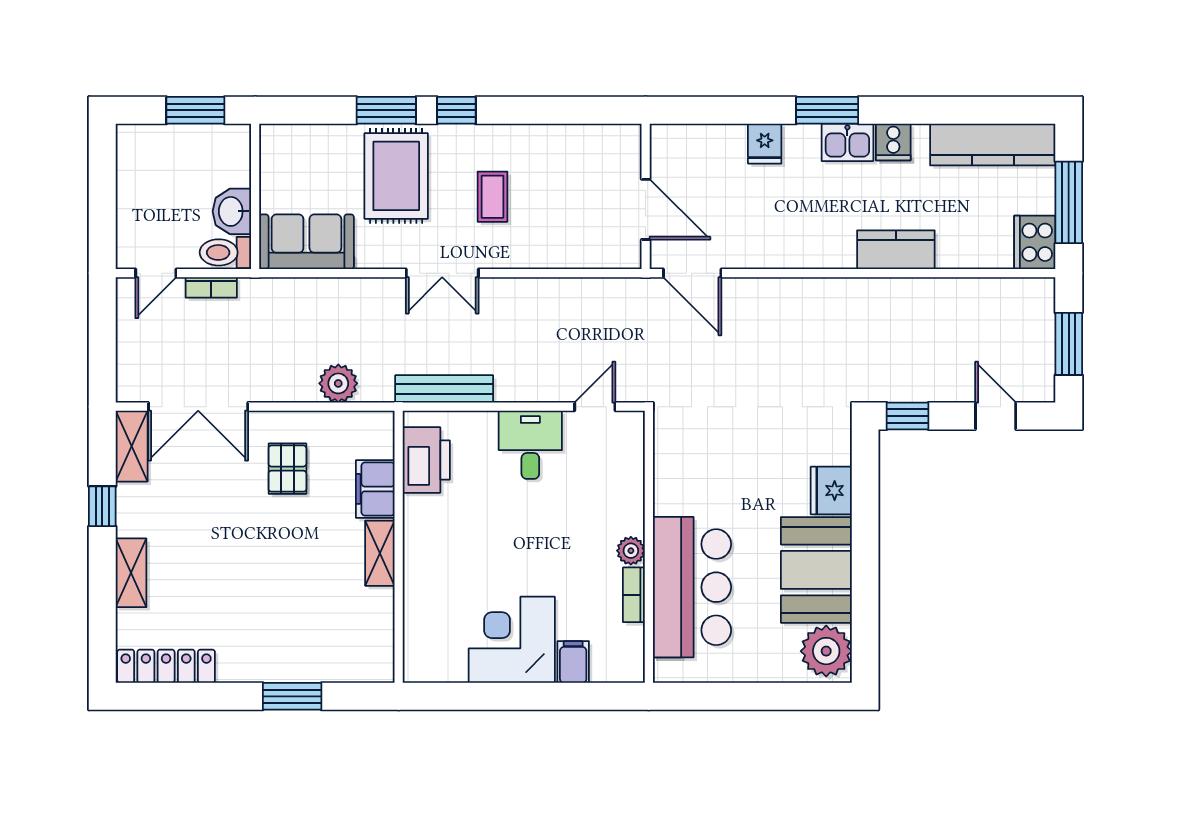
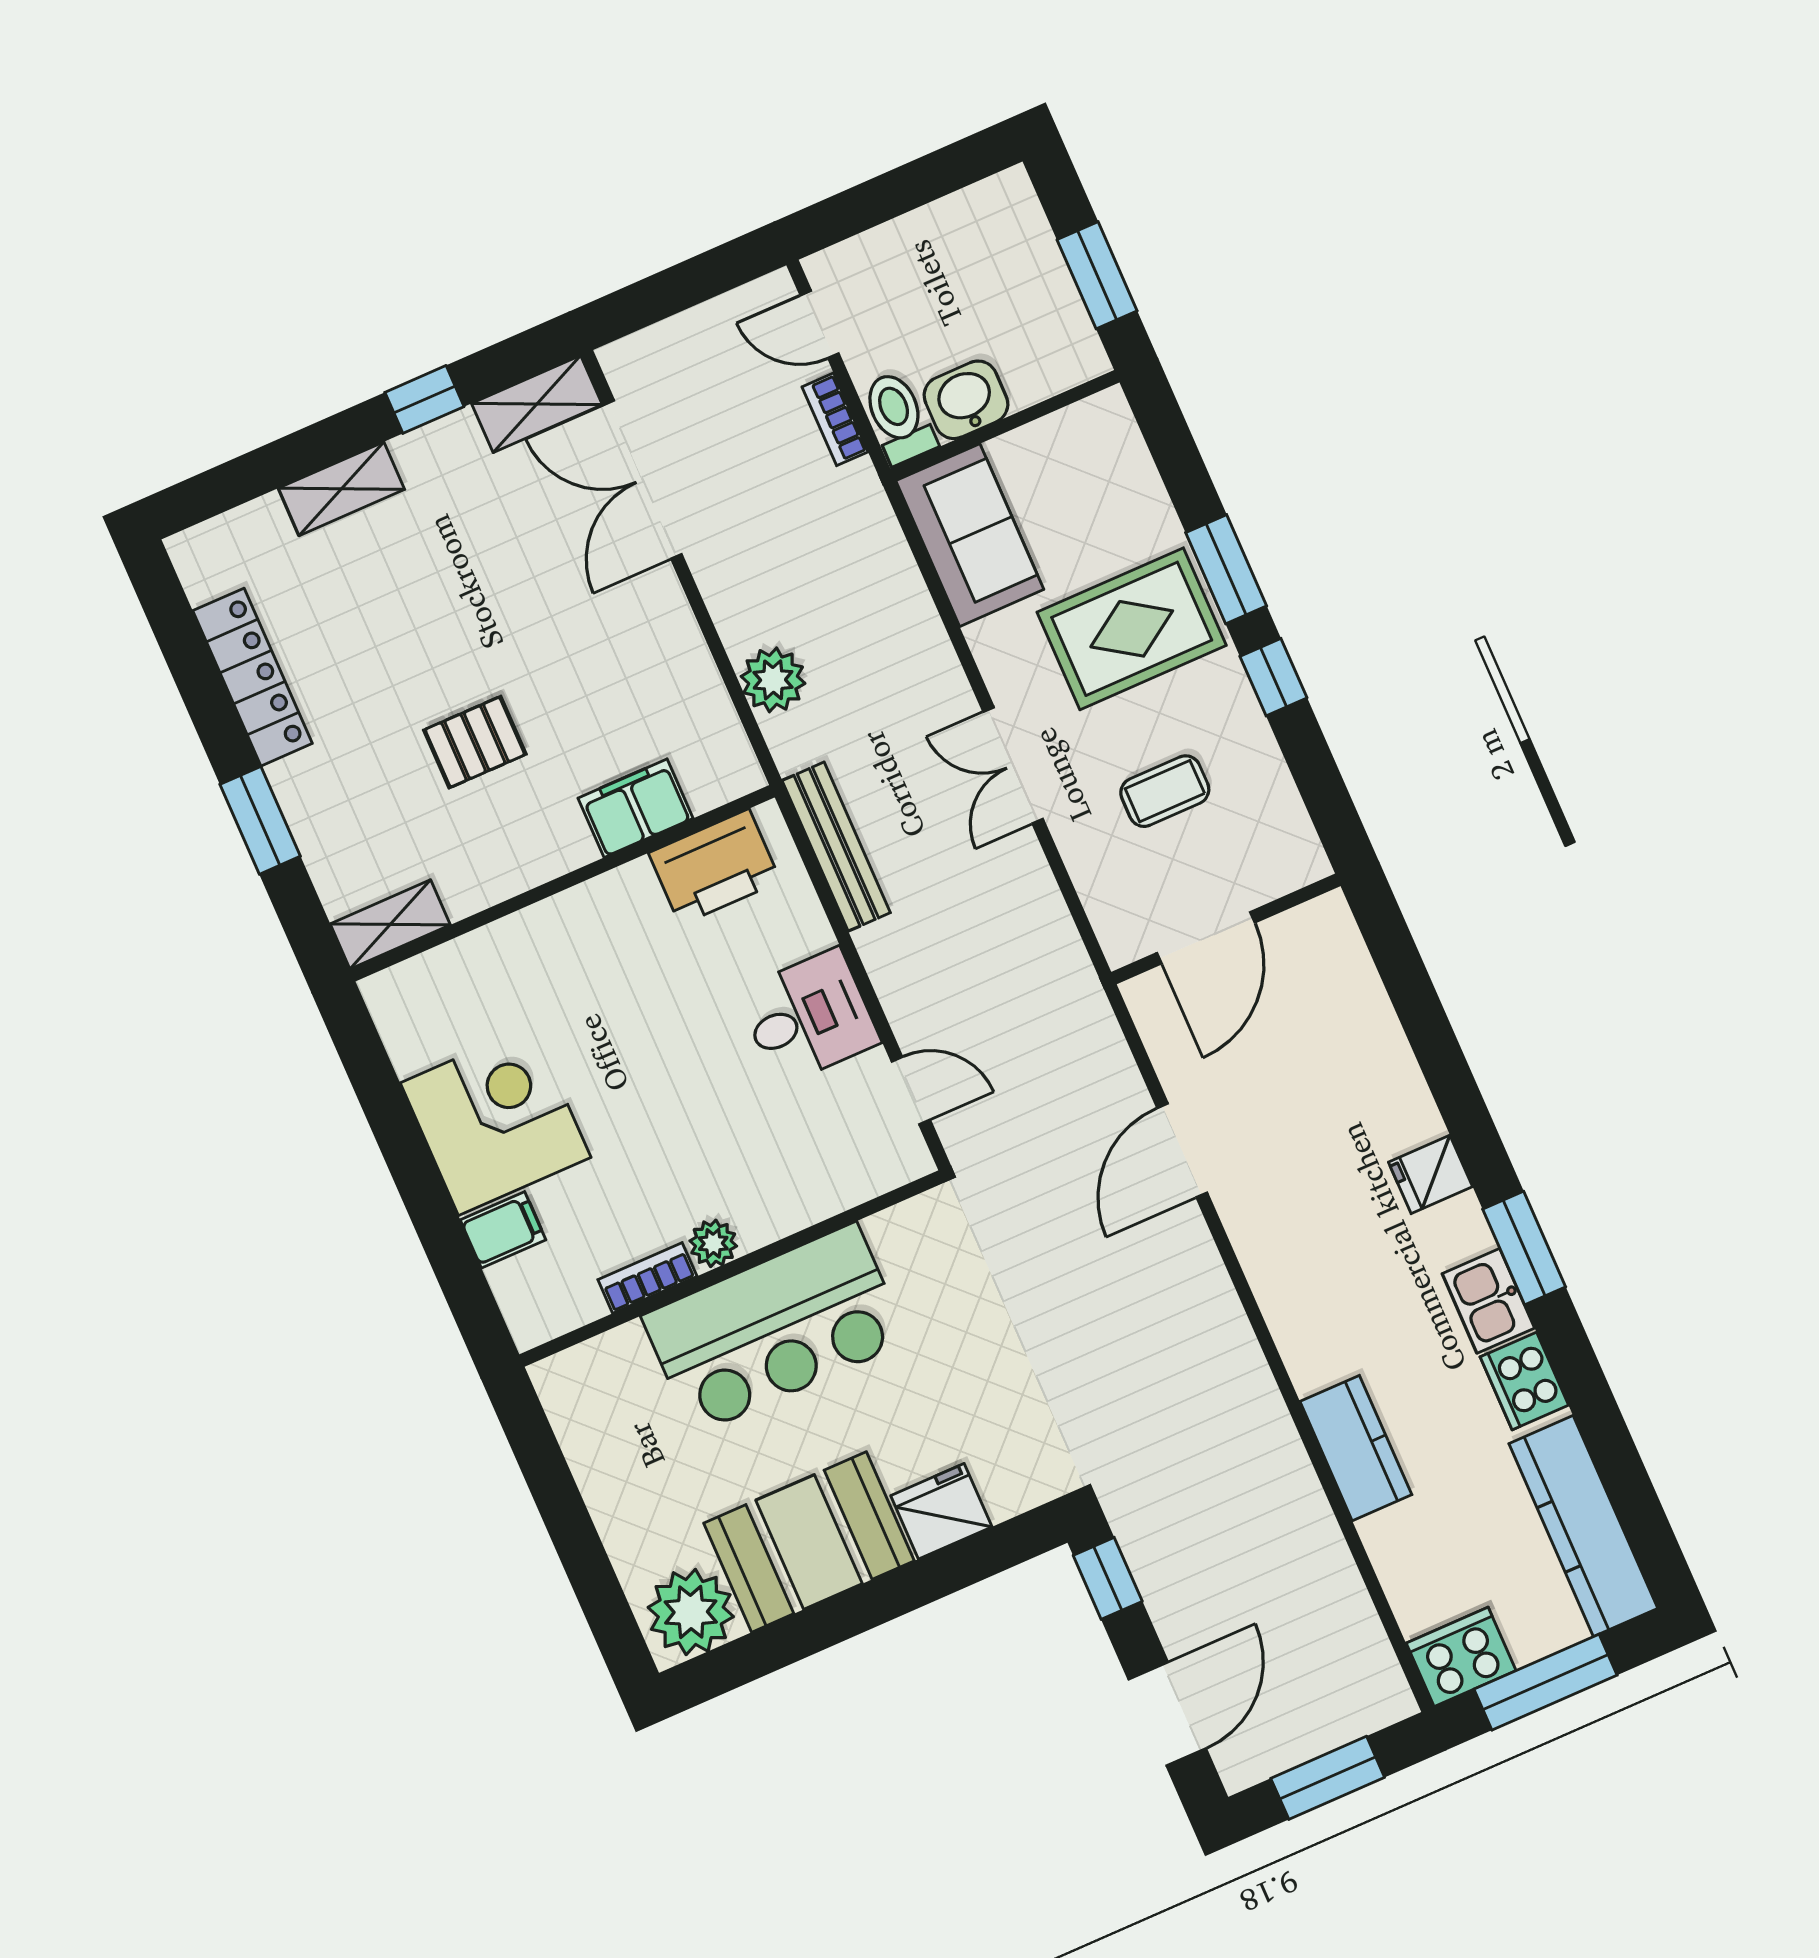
cooker: (893, 142) -> (1524, 1381), width x1.36
wall: (646, 196) -> (1226, 929), moved
door: (646, 209) -> (1206, 938), moved
door: (996, 416) -> (1167, 1714), width x1.38
pallet: (287, 469) -> (475, 742), moved
shelving: (380, 553) -> (390, 924), moved
bar counter: (692, 587) -> (775, 1329), moved
locker: (166, 666) -> (252, 677), moved

